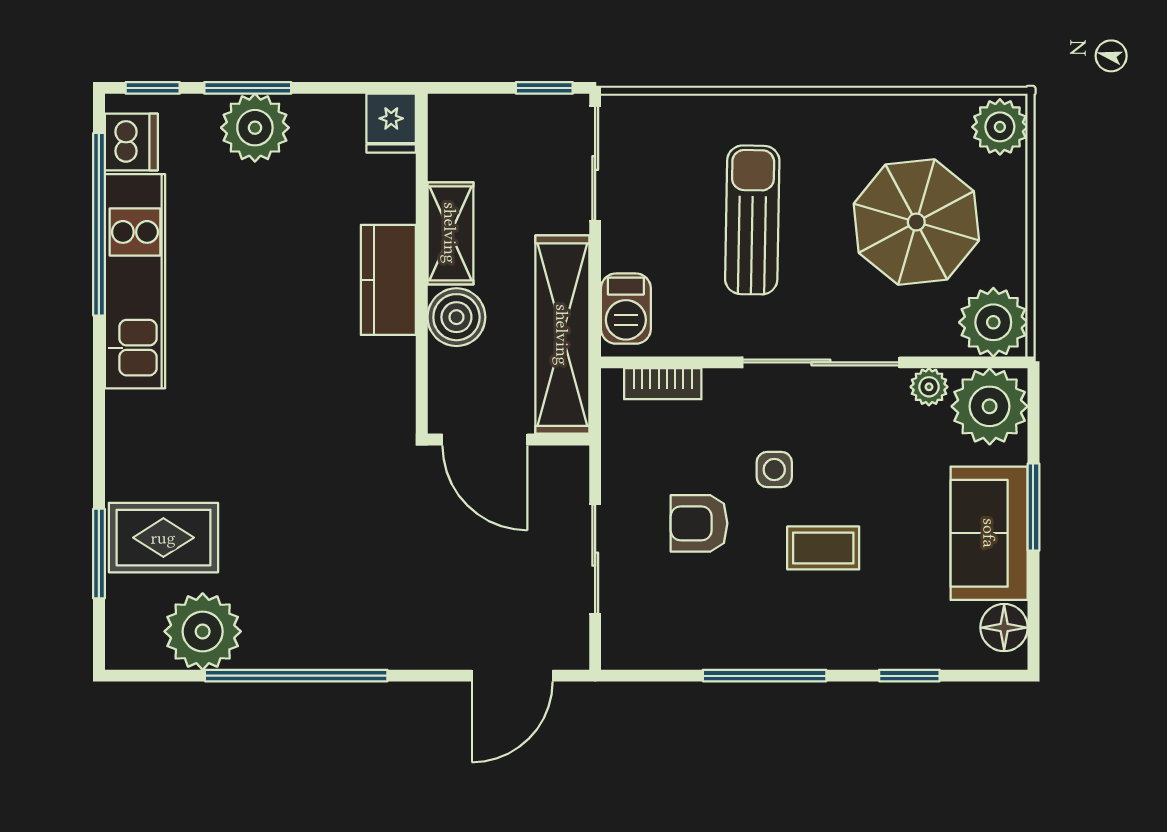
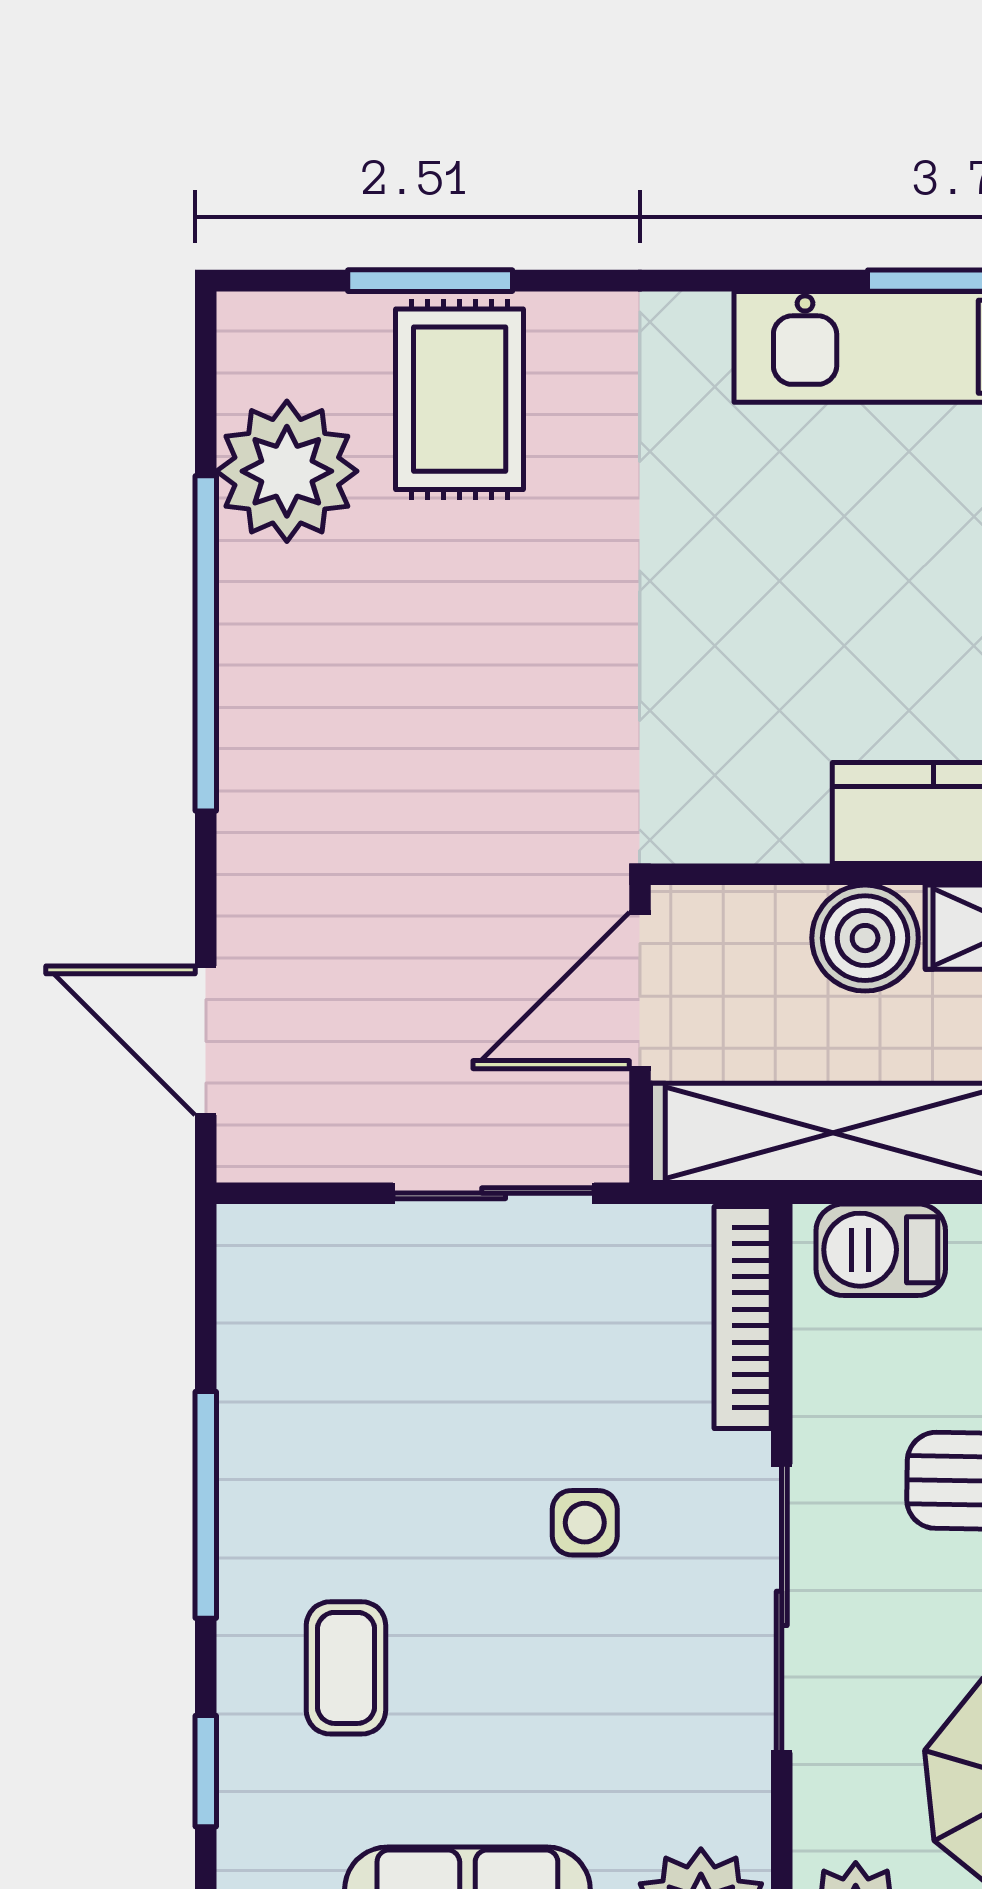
bookcase: (663, 384) -> (743, 1318), width x1.56
plant: (929, 387) -> (737, 1807), removed
armchair: (699, 523) -> (486, 1384), removed
coffee table: (823, 548) -> (346, 1668), moved
sliding door: (595, 559) -> (494, 1193), moved

